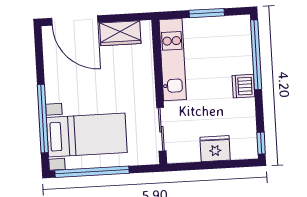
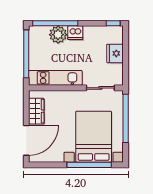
window: (207, 13) -> (26, 54), width x2.11
plant: (239, 60) -> (58, 35), added
bed with nightstands: (87, 135) -> (94, 137), width x1.36
window: (92, 172) -> (126, 118), moved

